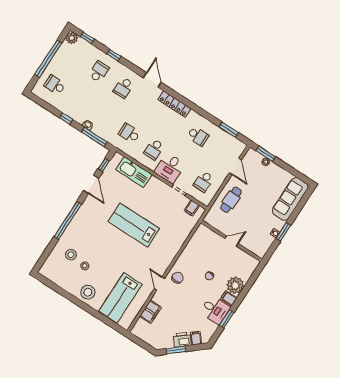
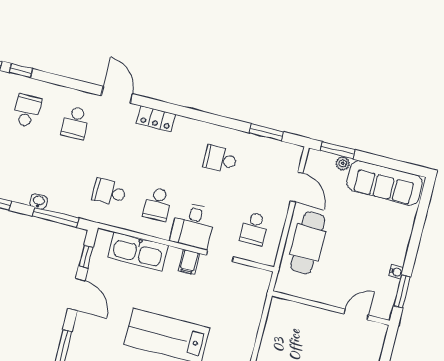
window: (114, 55) -> (21, 71), moved
locker: (174, 104) -> (156, 119), width x0.66
school desk: (198, 136) -> (220, 159), turned 180
sofa: (290, 199) -> (385, 183), moved, turned -90
cafe table: (231, 200) -> (308, 243), width x1.37, depth x1.35
filing cabinet: (192, 208) -> (189, 262), moved
window: (283, 232) -> (402, 291), moved
door: (231, 241) -> (356, 314), moved

